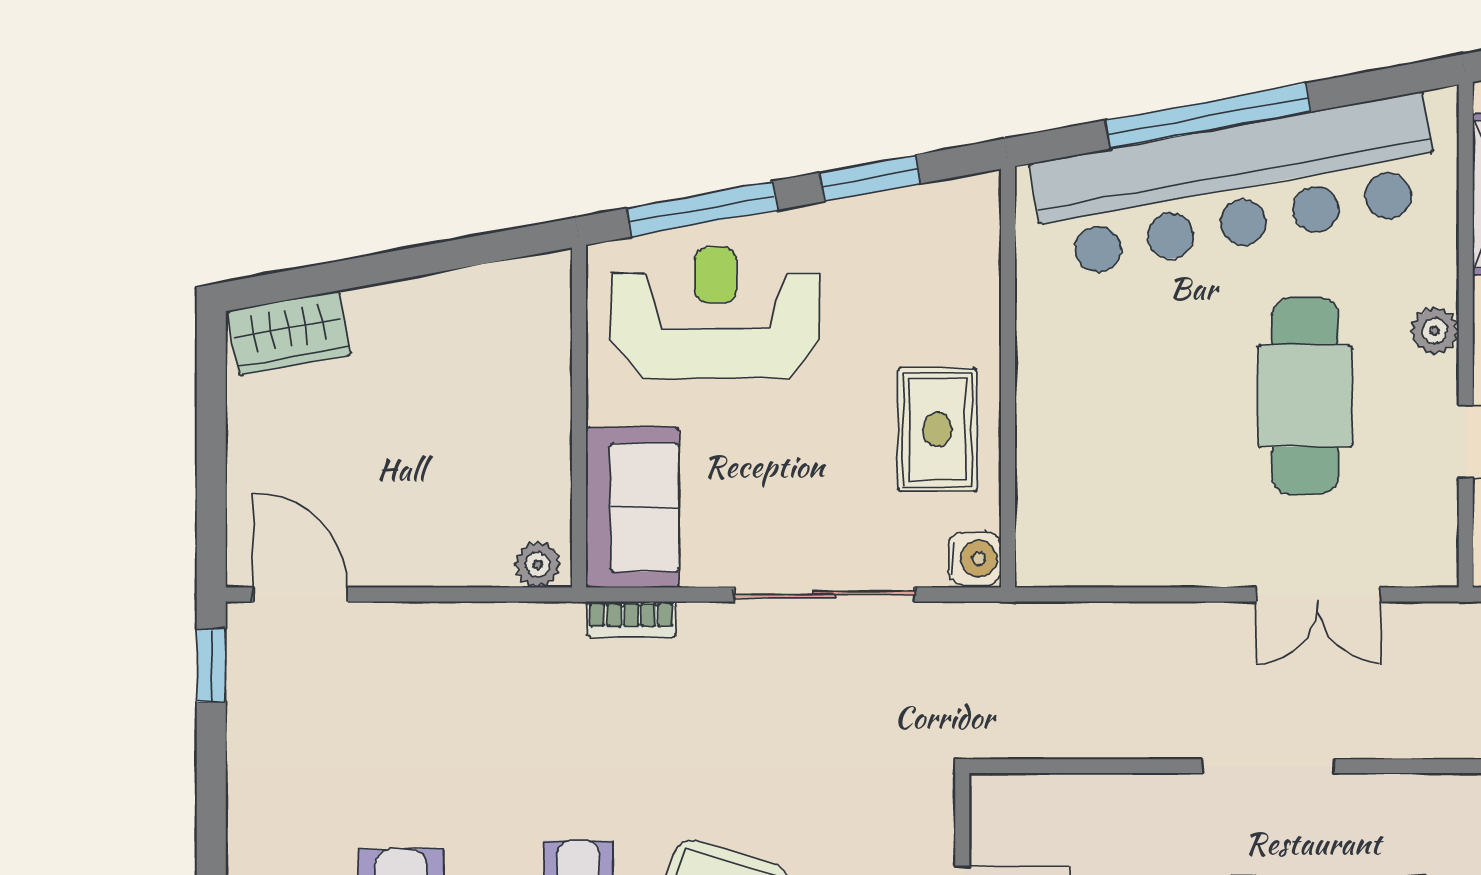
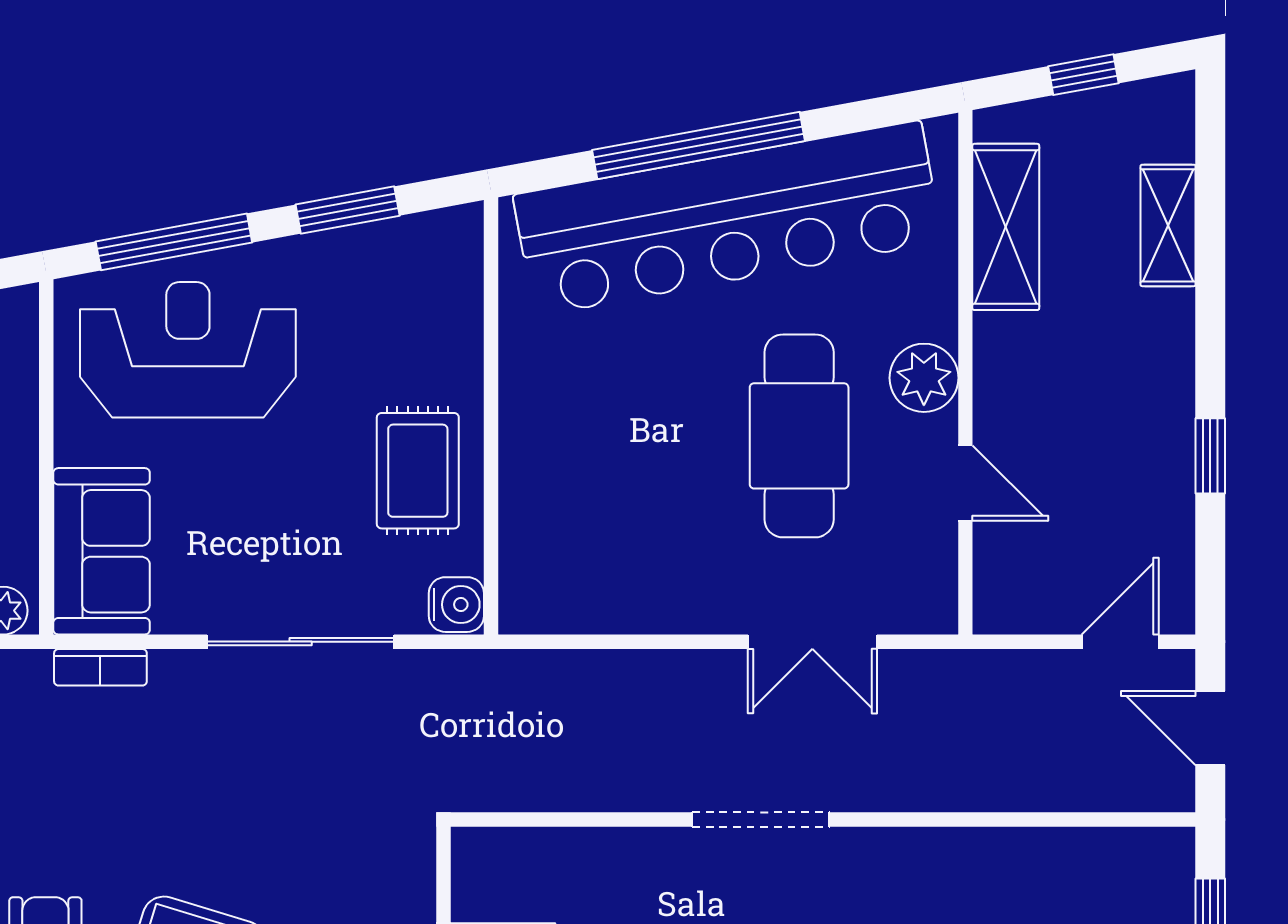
plant: (1435, 331) -> (924, 378), width x1.38, depth x1.38

